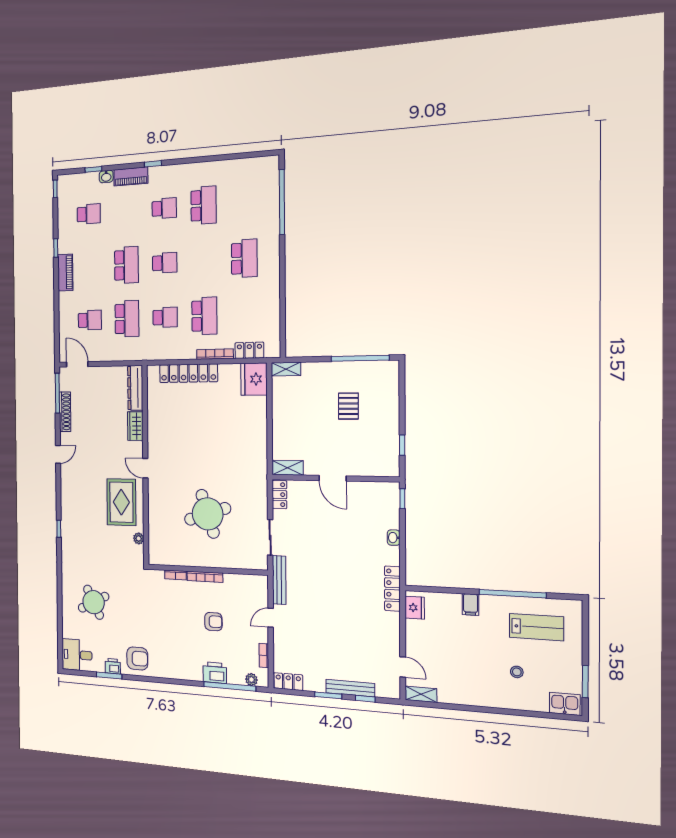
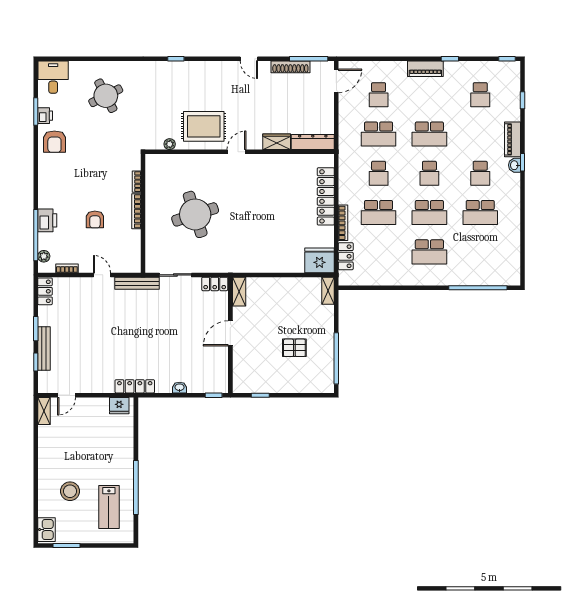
washbasin: (106, 176) -> (515, 165), moved
school desk: (204, 261) -> (429, 213), added
filing cabinet: (471, 605) -> (125, 453), removed
stool: (517, 672) -> (70, 491), width x1.89, depth x1.89

